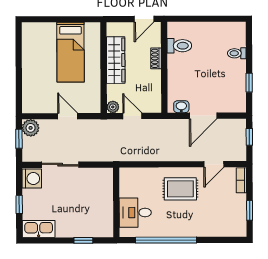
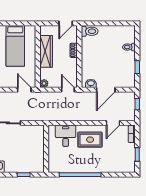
toilet: (179, 46) -> (90, 31), moved
door: (68, 116) -> (24, 90), moved
door: (132, 116) -> (68, 90), moved
desk: (135, 213) -> (66, 136), moved, turned 90

